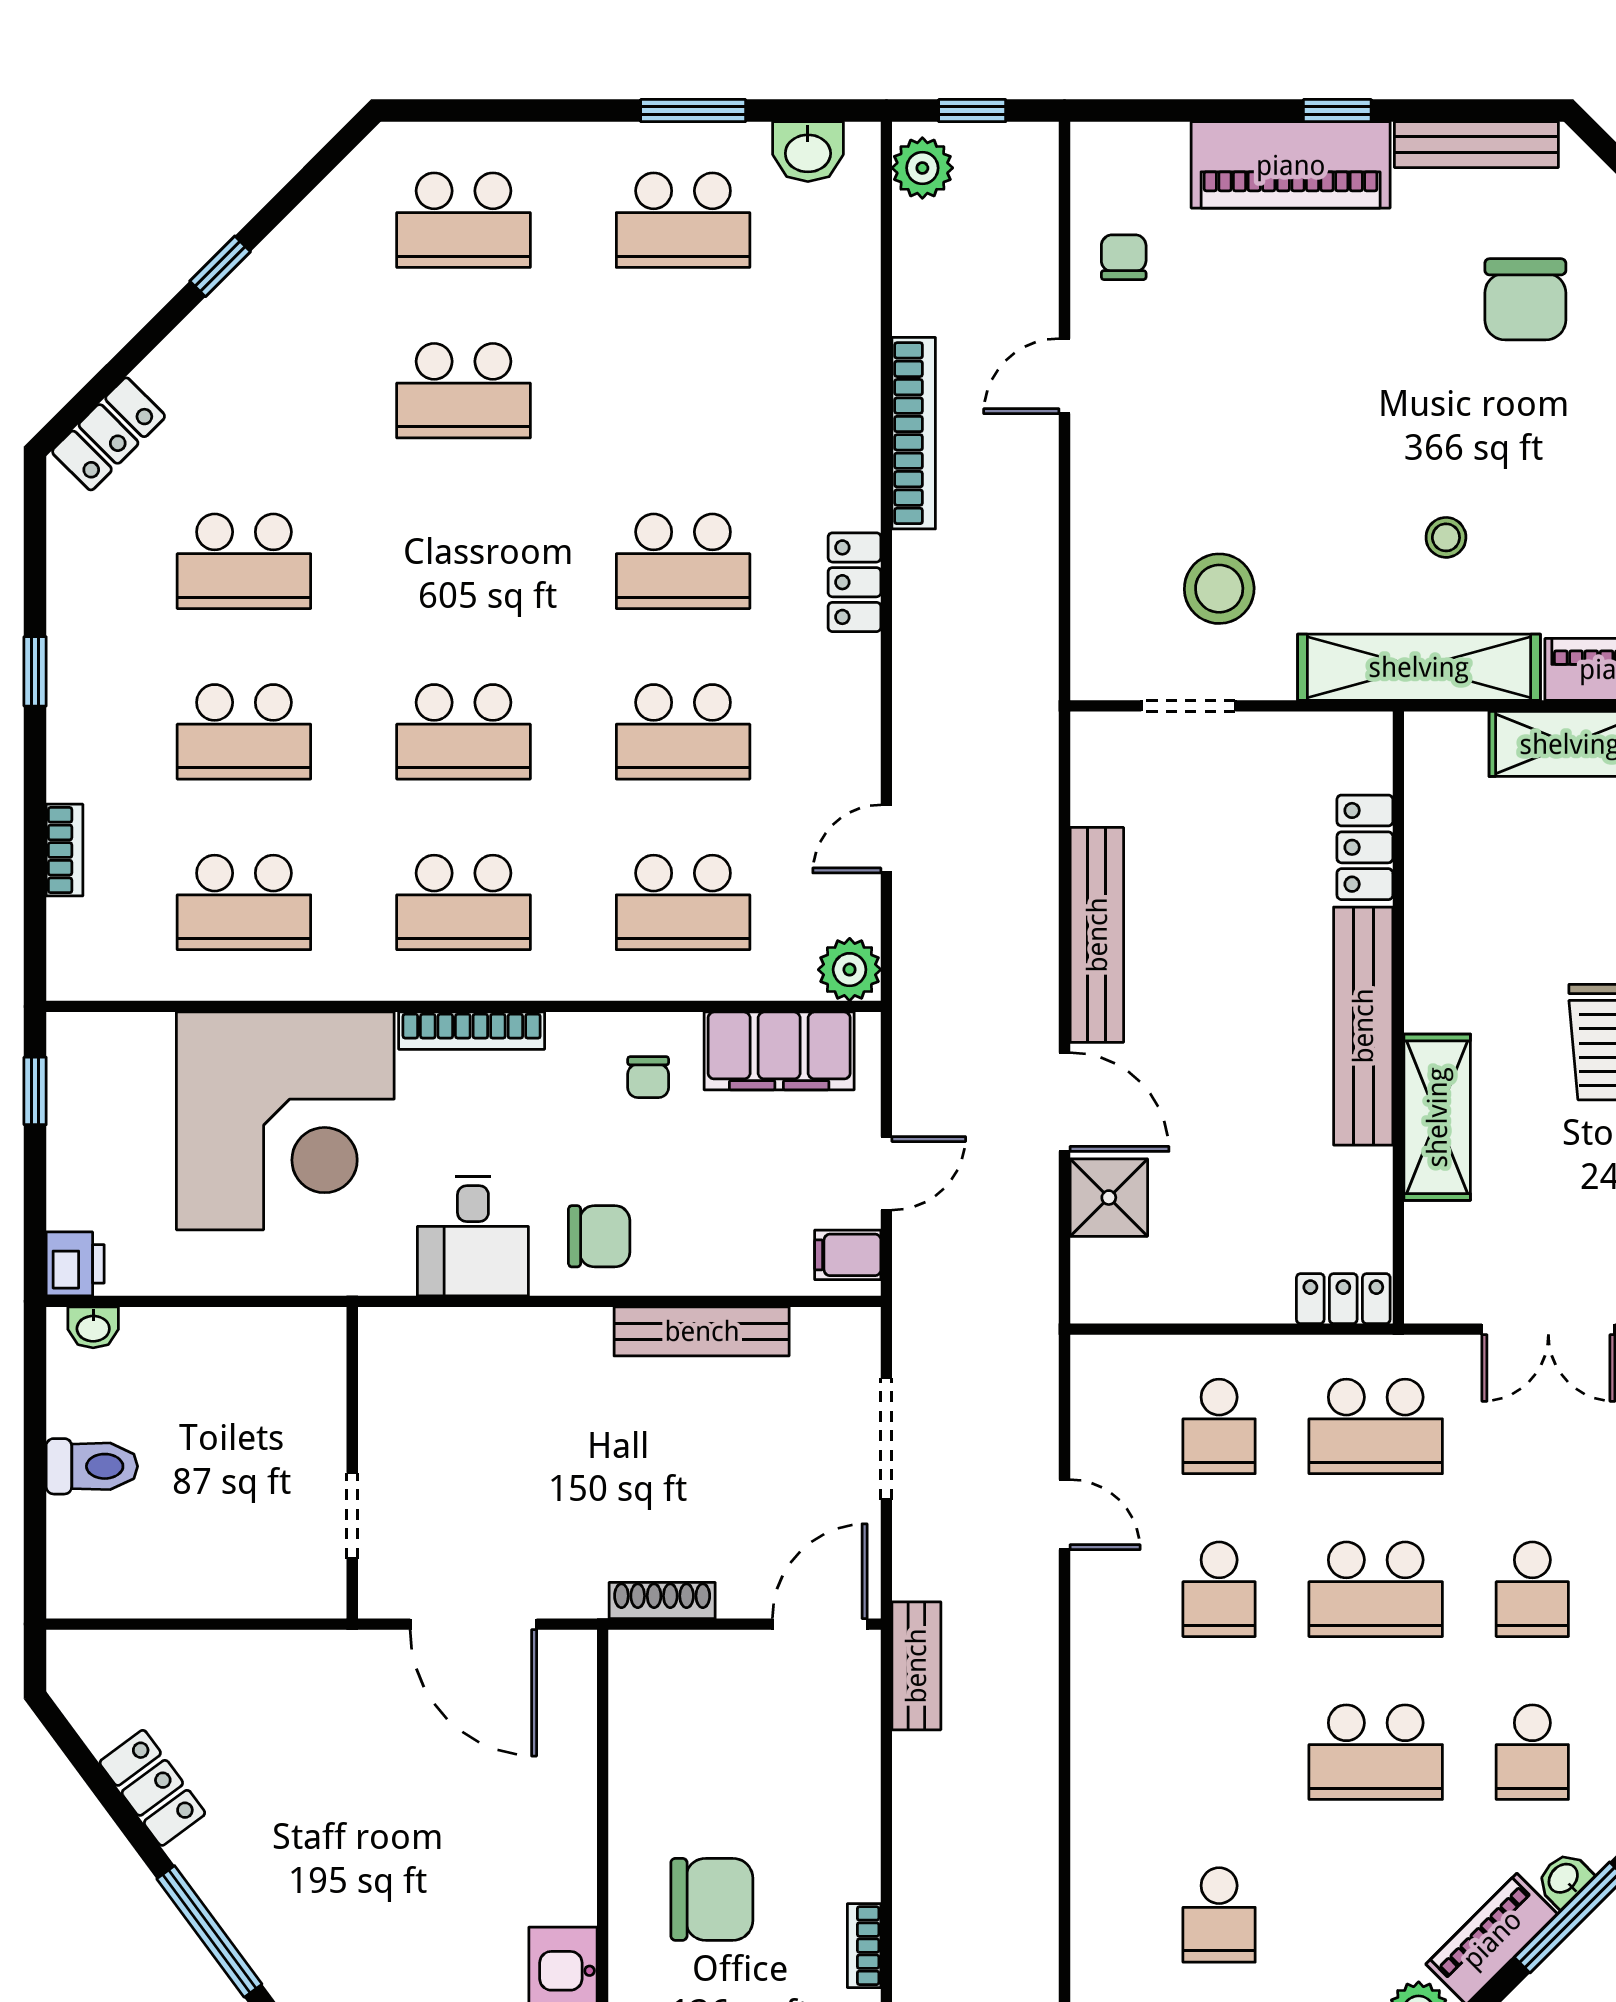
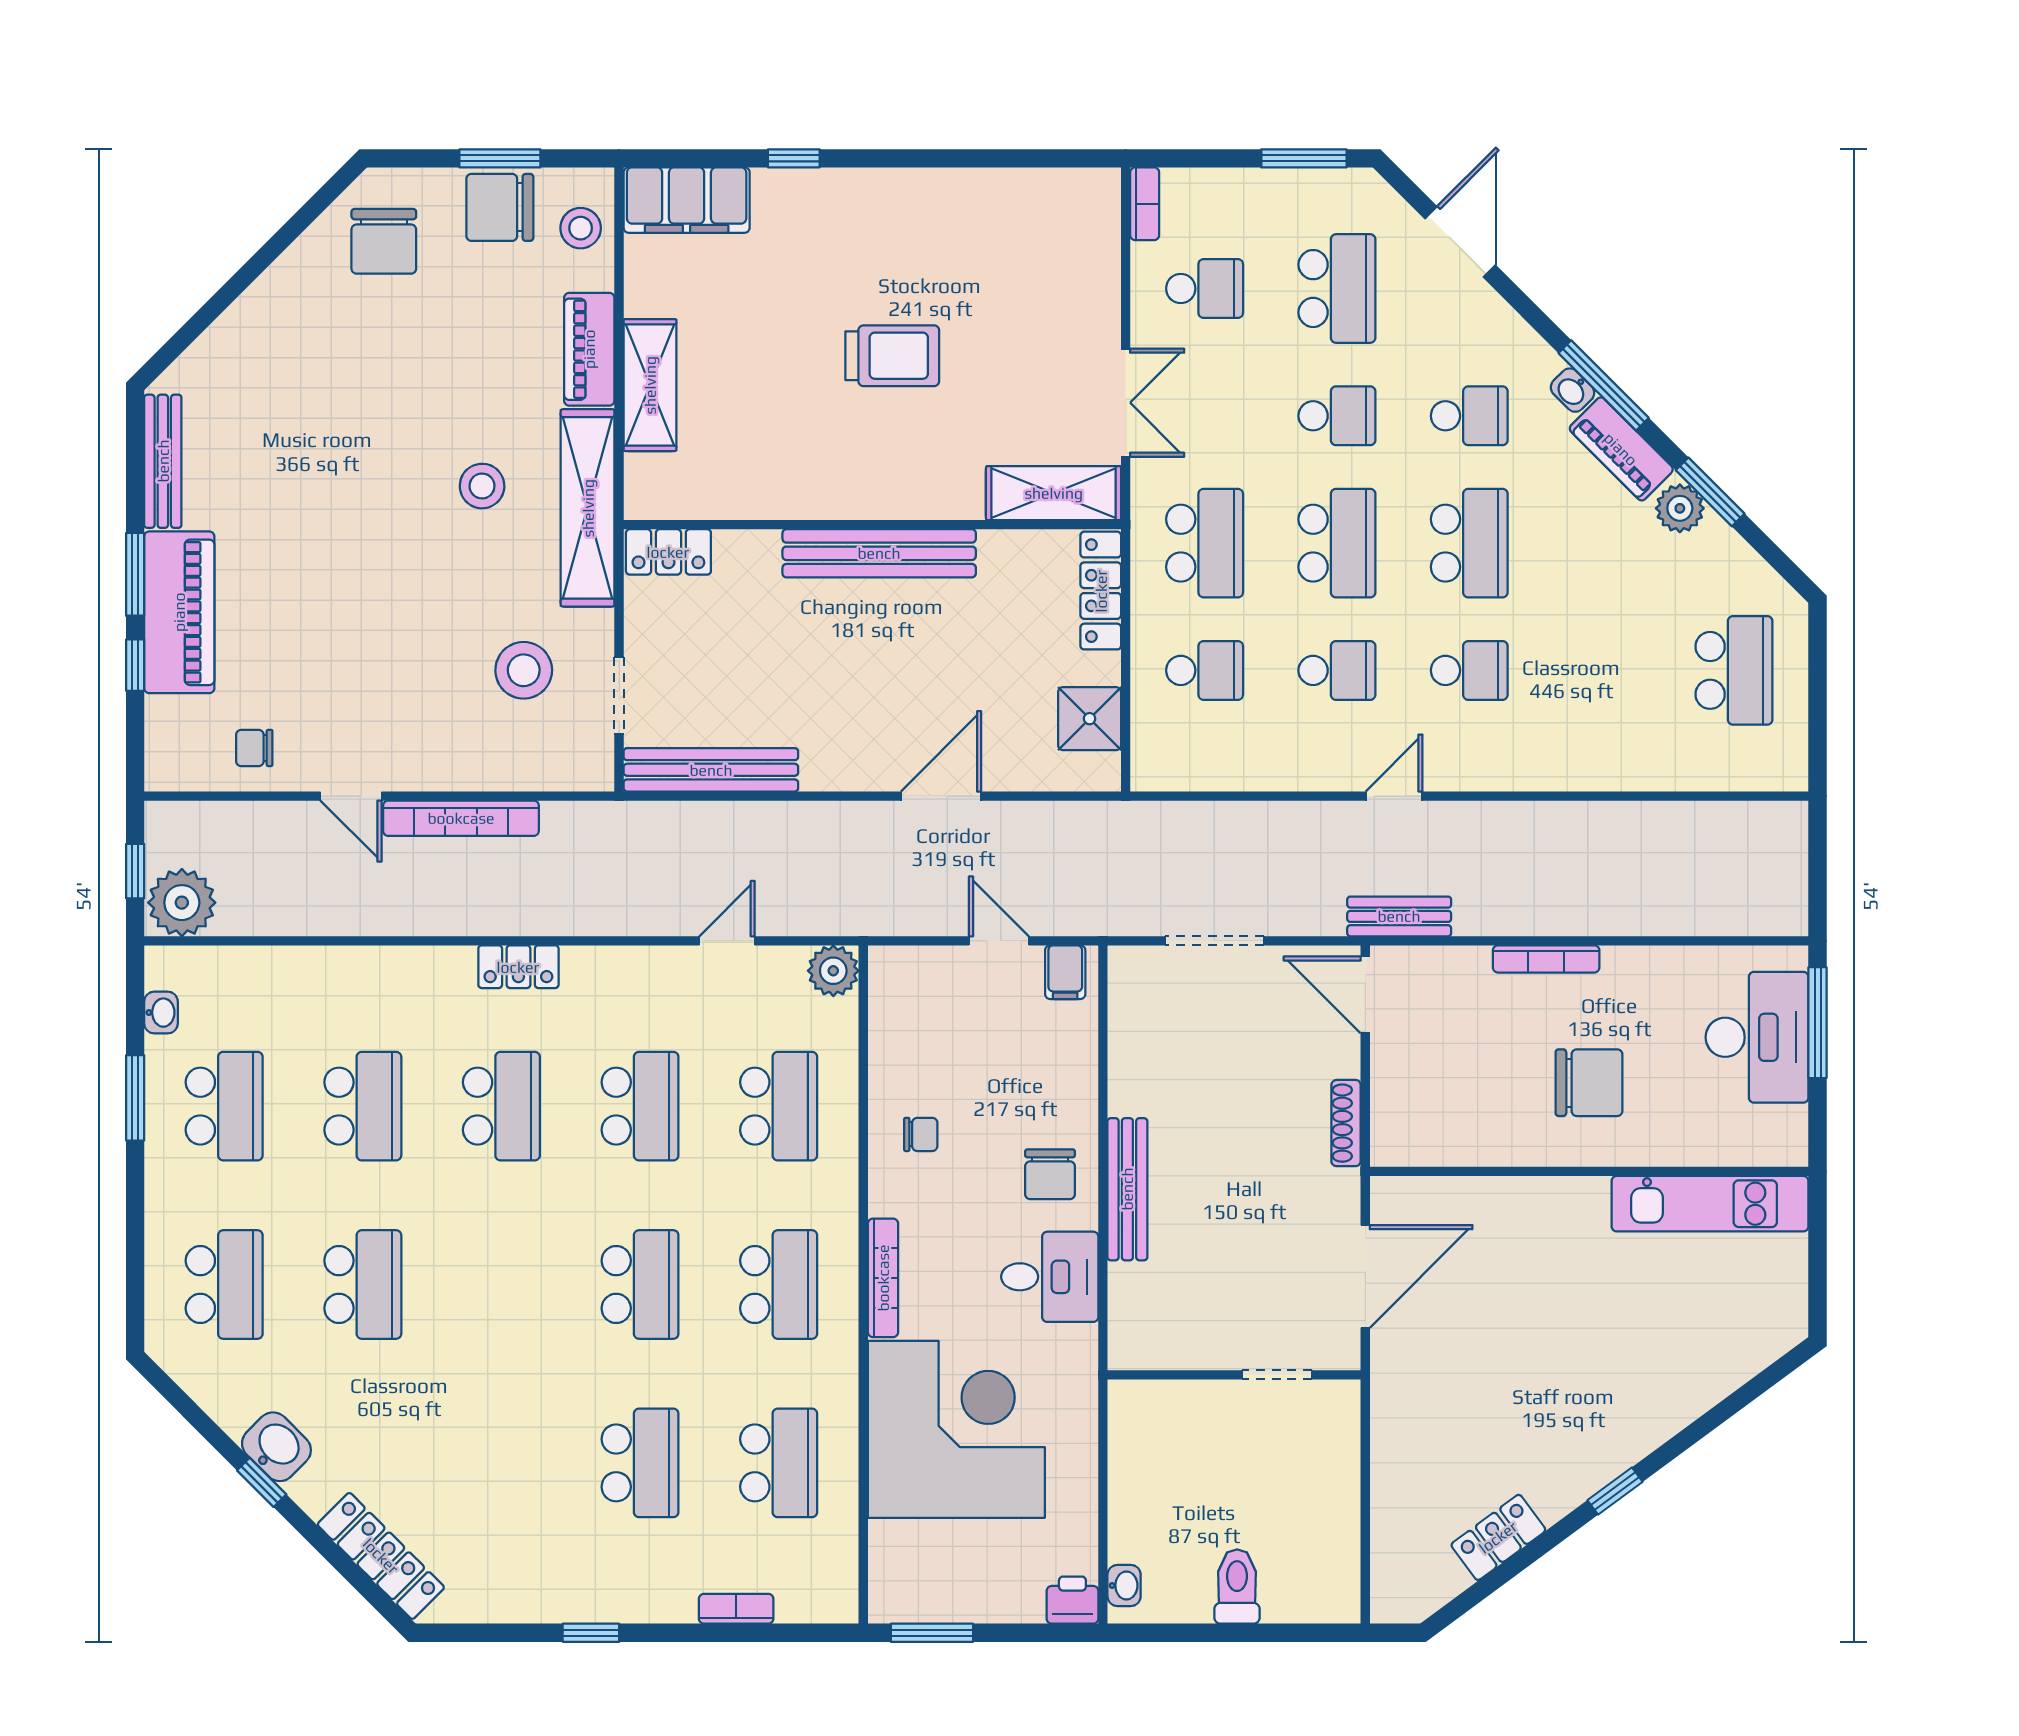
window: (1226, 111) -> (135, 665), added
window: (1337, 111) -> (135, 574), width x1.50
washbasin: (808, 152) -> (161, 1013), width x0.72, depth x0.69
plant: (922, 168) -> (182, 903), width x1.36, depth x1.36
washbasin: (264, 284) -> (276, 1447), added
chair: (1525, 299) -> (288, 421), removed
bookcase: (914, 433) -> (461, 818), moved, turned 180
locker: (109, 434) -> (381, 1556), width x1.53
stool: (1446, 537) -> (482, 486), width x1.37, depth x1.37
school desk: (244, 561) -> (363, 1106), moved
door: (886, 839) -> (727, 941), swing flipped
locker: (1365, 847) -> (668, 552), moved
bench: (1097, 935) -> (711, 770), moved
filing cabinet: (779, 1051) -> (899, 1028), removed
window: (35, 1091) -> (932, 1633), width x1.50
shelving: (1437, 1117) -> (1054, 493), moved
shower: (1109, 1198) -> (1090, 719), moved
chair: (599, 1236) -> (1050, 1174), turned 180
locker: (1343, 1299) -> (1101, 591), width x1.53
bench: (702, 1331) -> (1127, 1189), moved
door: (1064, 1515) -> (1394, 796), moved
chair: (712, 1899) -> (1589, 1083), turned 90
school desk: (1219, 1915) -> (1469, 670), moved
window: (209, 1931) -> (1615, 1491), width x0.46
bookcase: (864, 1946) -> (1546, 959), moved, width x1.56

